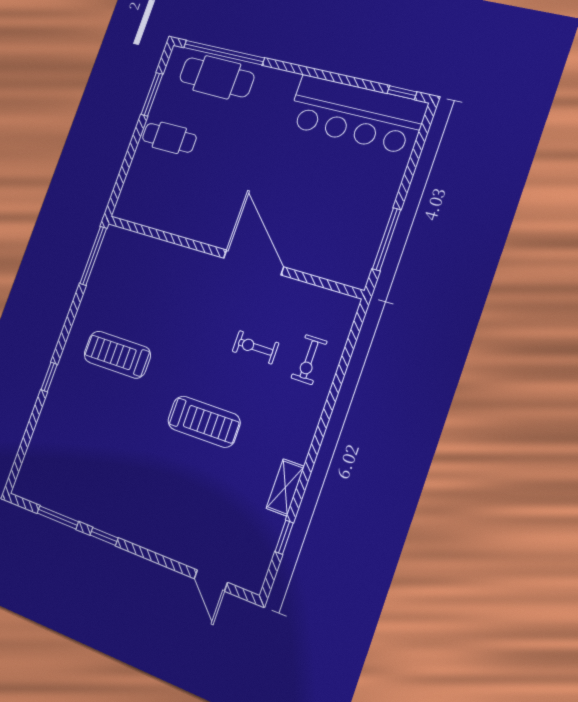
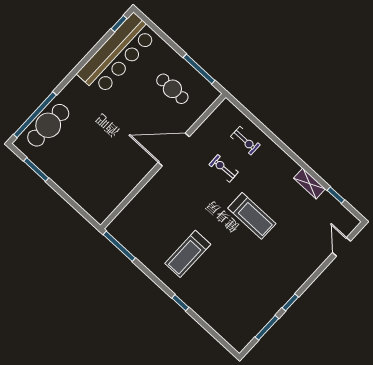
cafe table: (169, 138) -> (172, 89), moved, turned 90
exercise bike: (256, 347) -> (224, 168), turned 88
treadmill: (204, 422) -> (252, 216), turned 90
door: (211, 581) -> (341, 247), swing flipped

